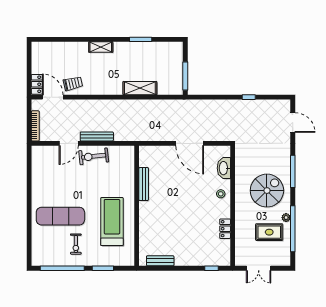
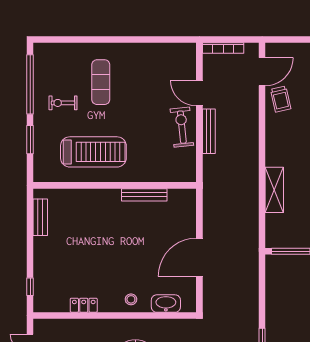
locker: (37, 84) -> (280, 50), removed
exercise mat: (60, 216) -> (101, 82), width x0.73, depth x0.69

